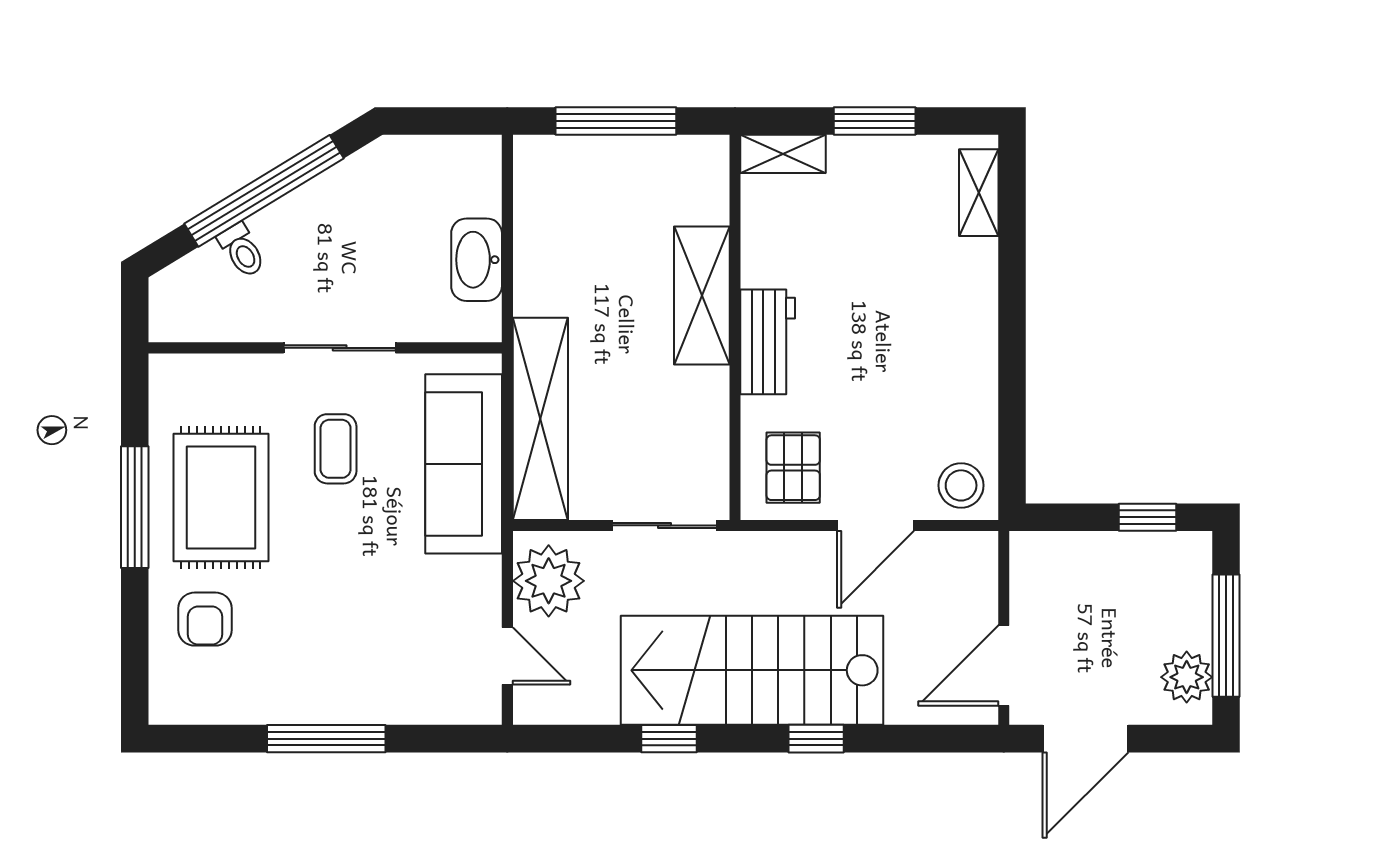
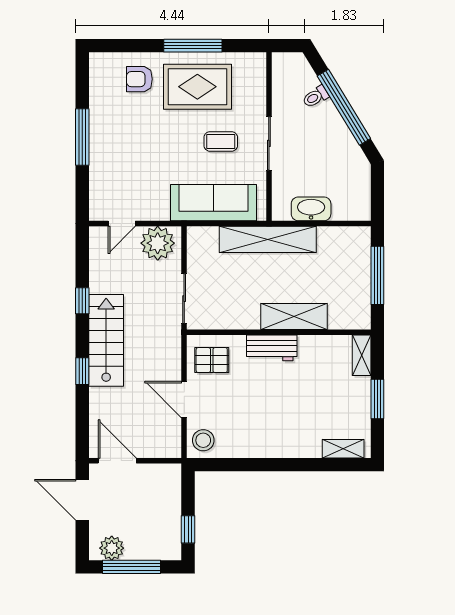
shelving: (540, 419) -> (268, 239), moved
stairs: (752, 670) -> (106, 340), width x0.73, depth x0.66

